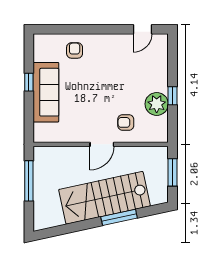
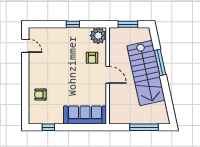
window: (29, 82) -> (48, 127), moved
sofa: (46, 92) -> (85, 115), moved
plant: (157, 104) -> (98, 36), moved
window: (29, 181) -> (144, 127), moved

